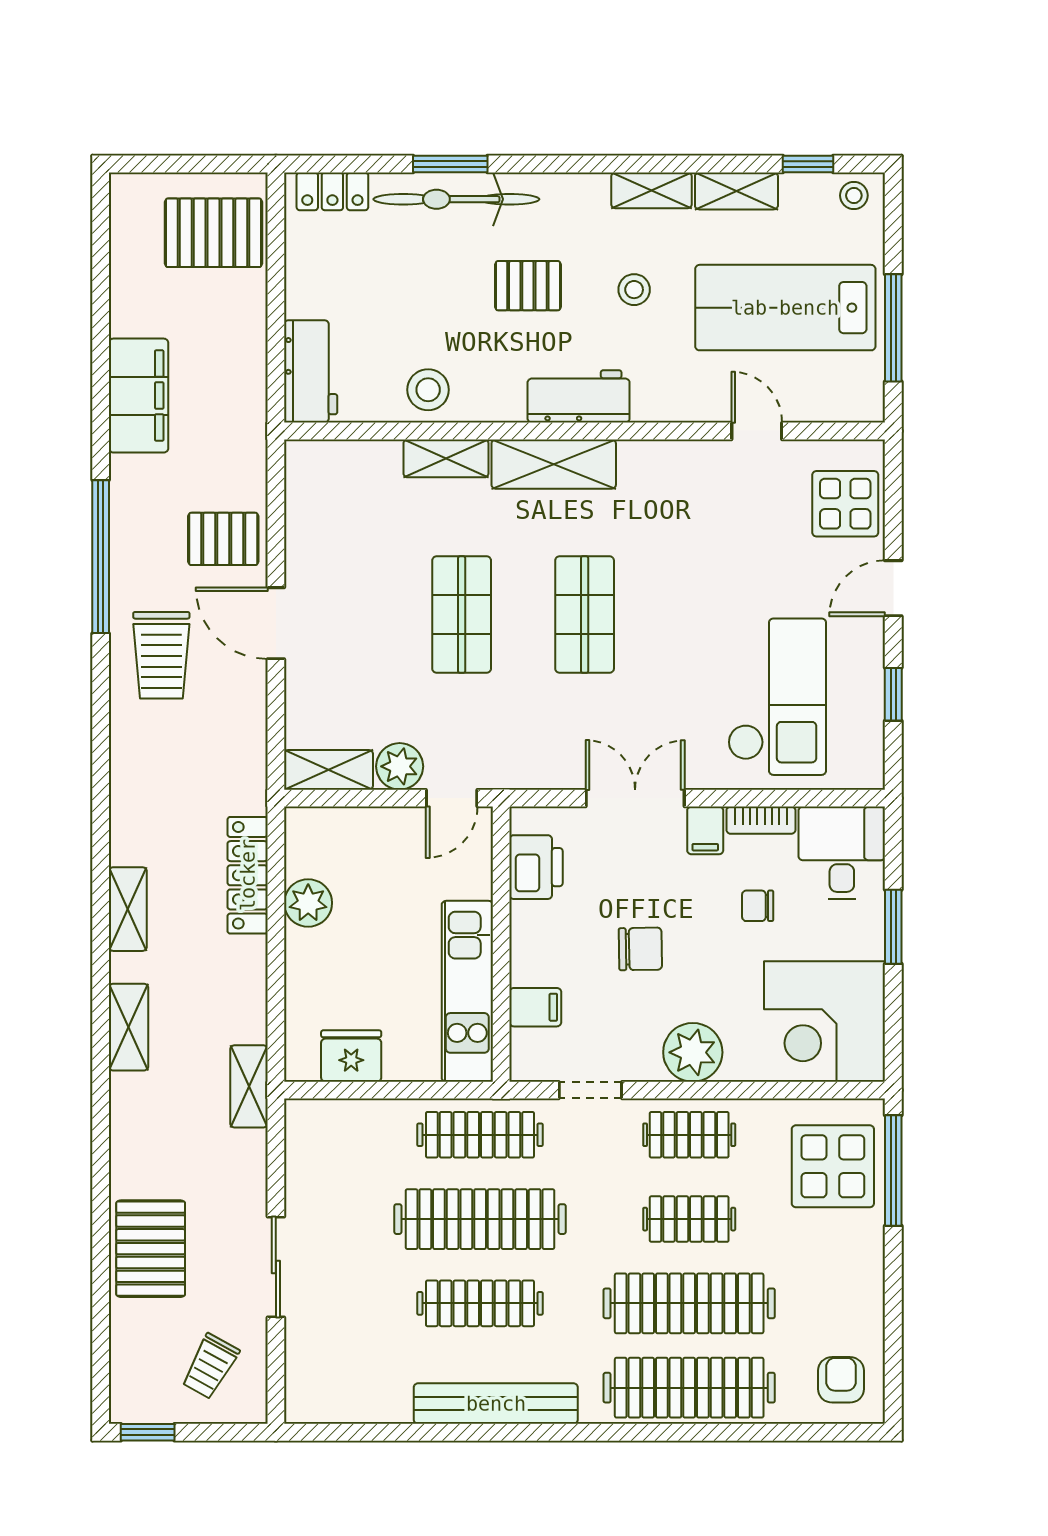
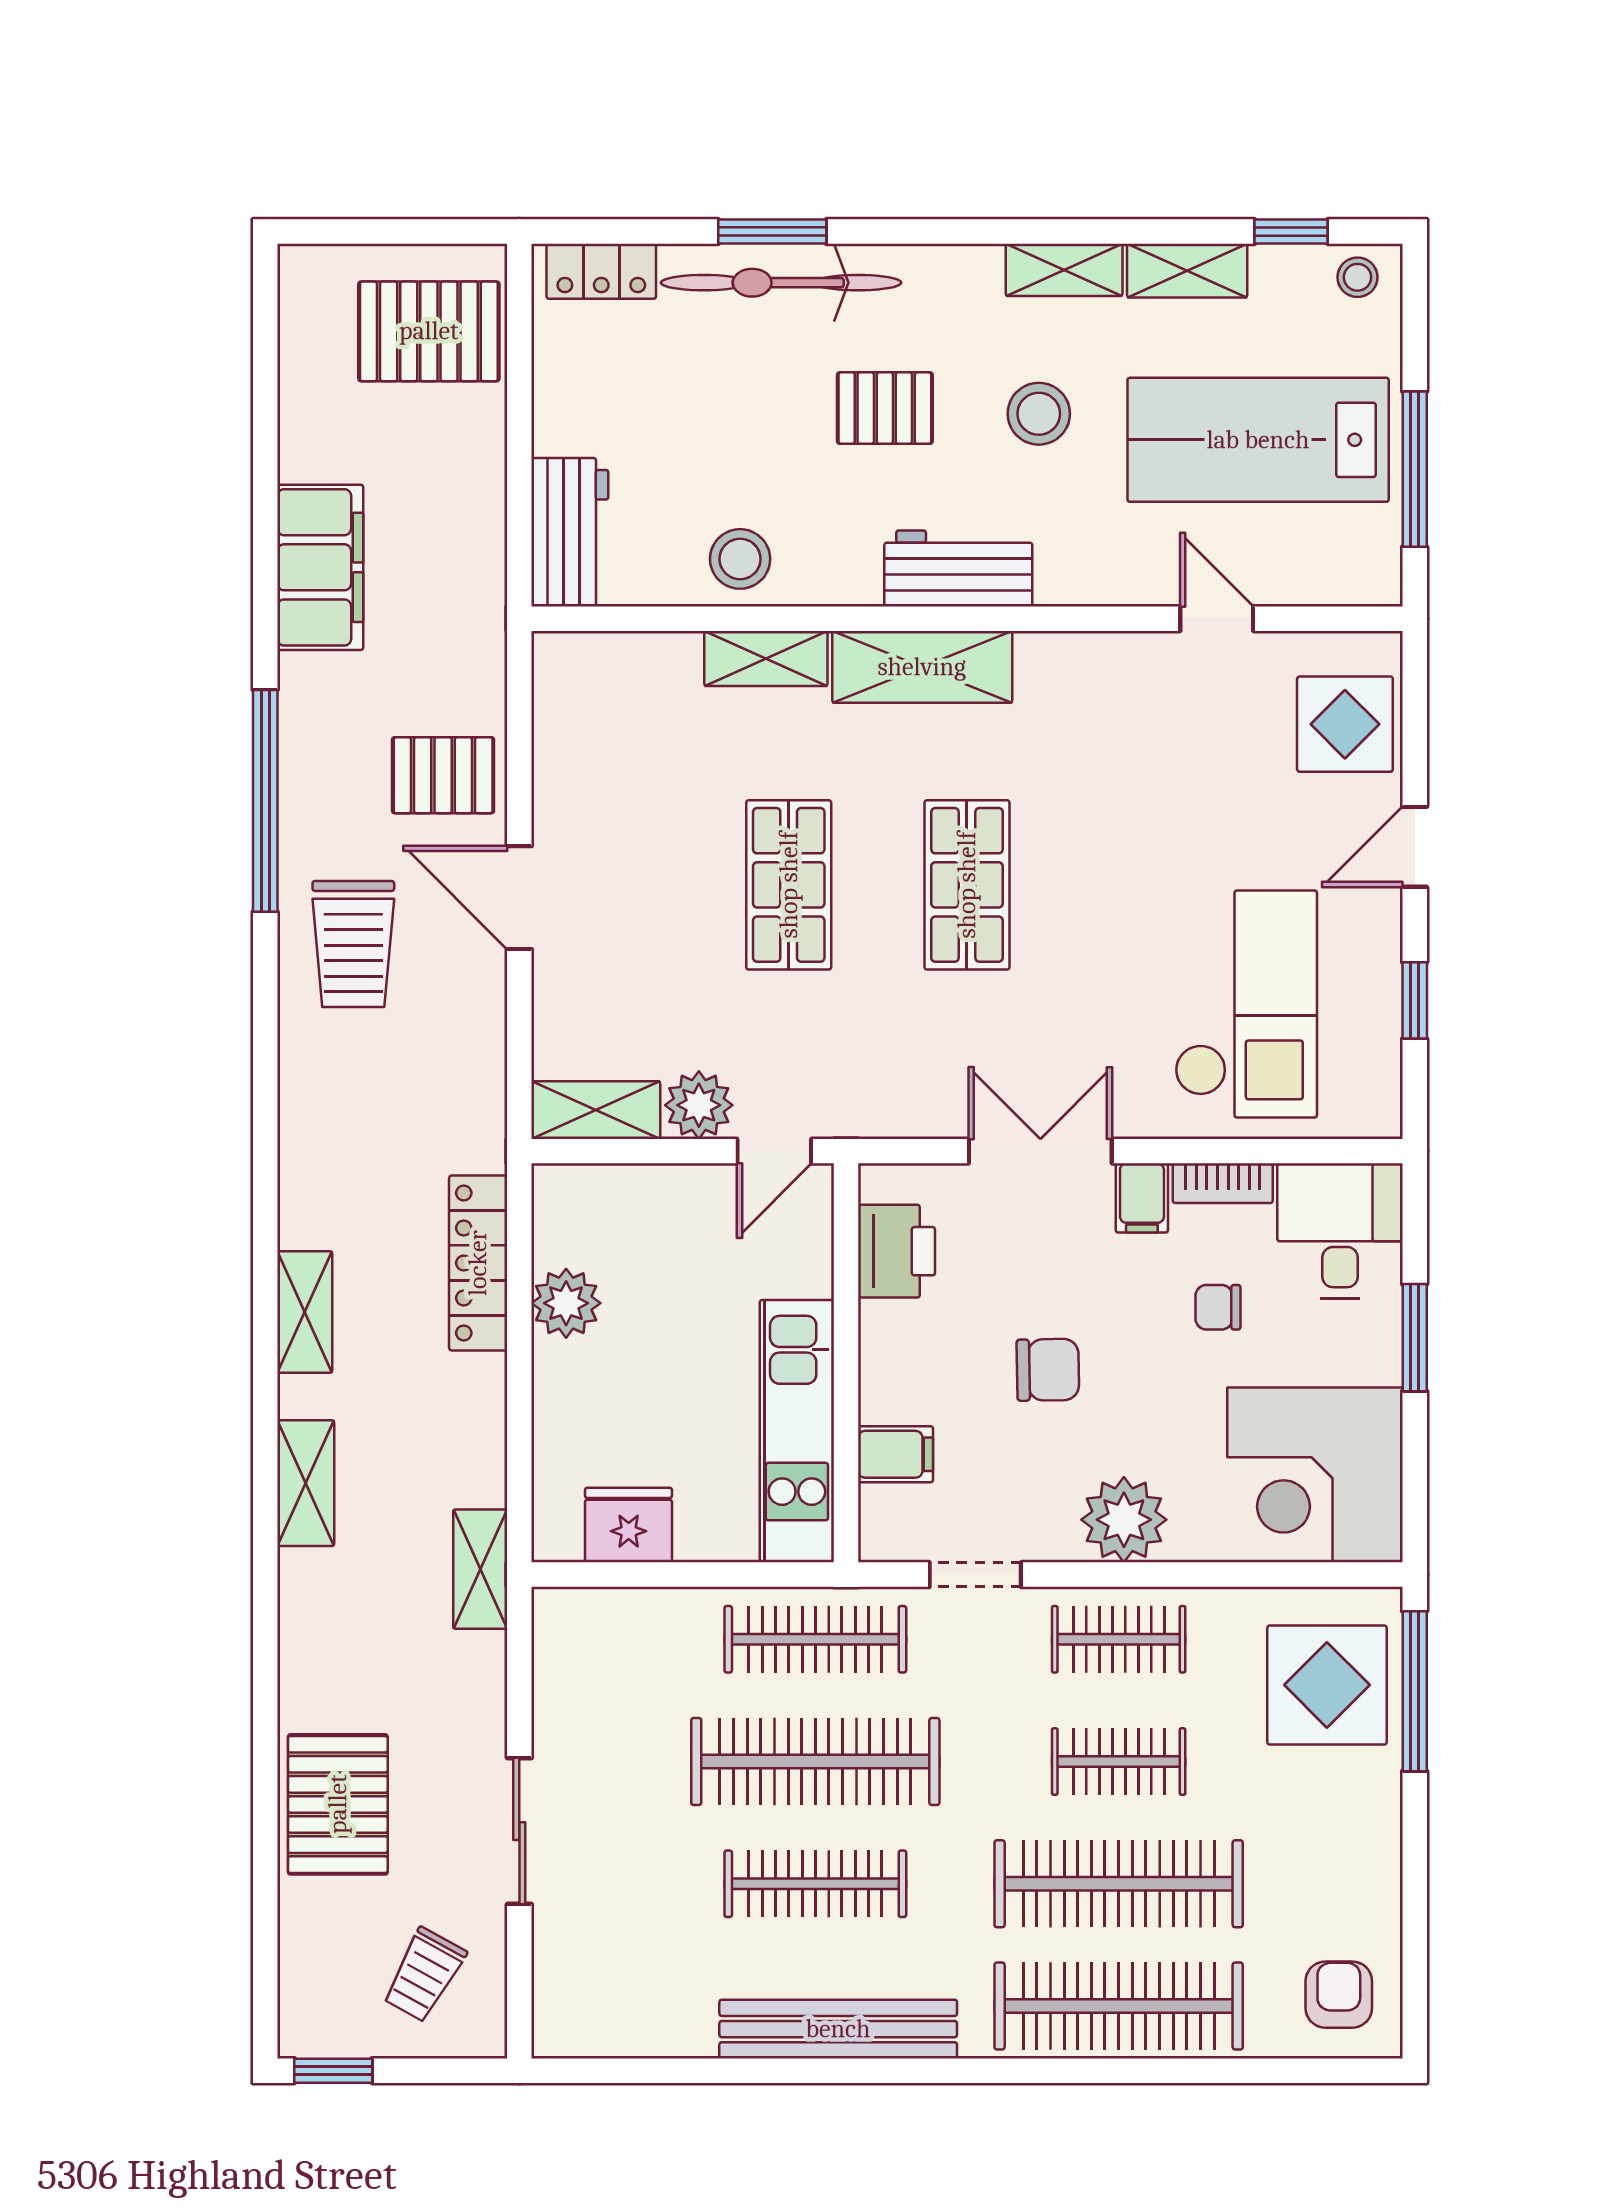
stool: (634, 290) -> (1039, 414), width x1.37, depth x1.37

